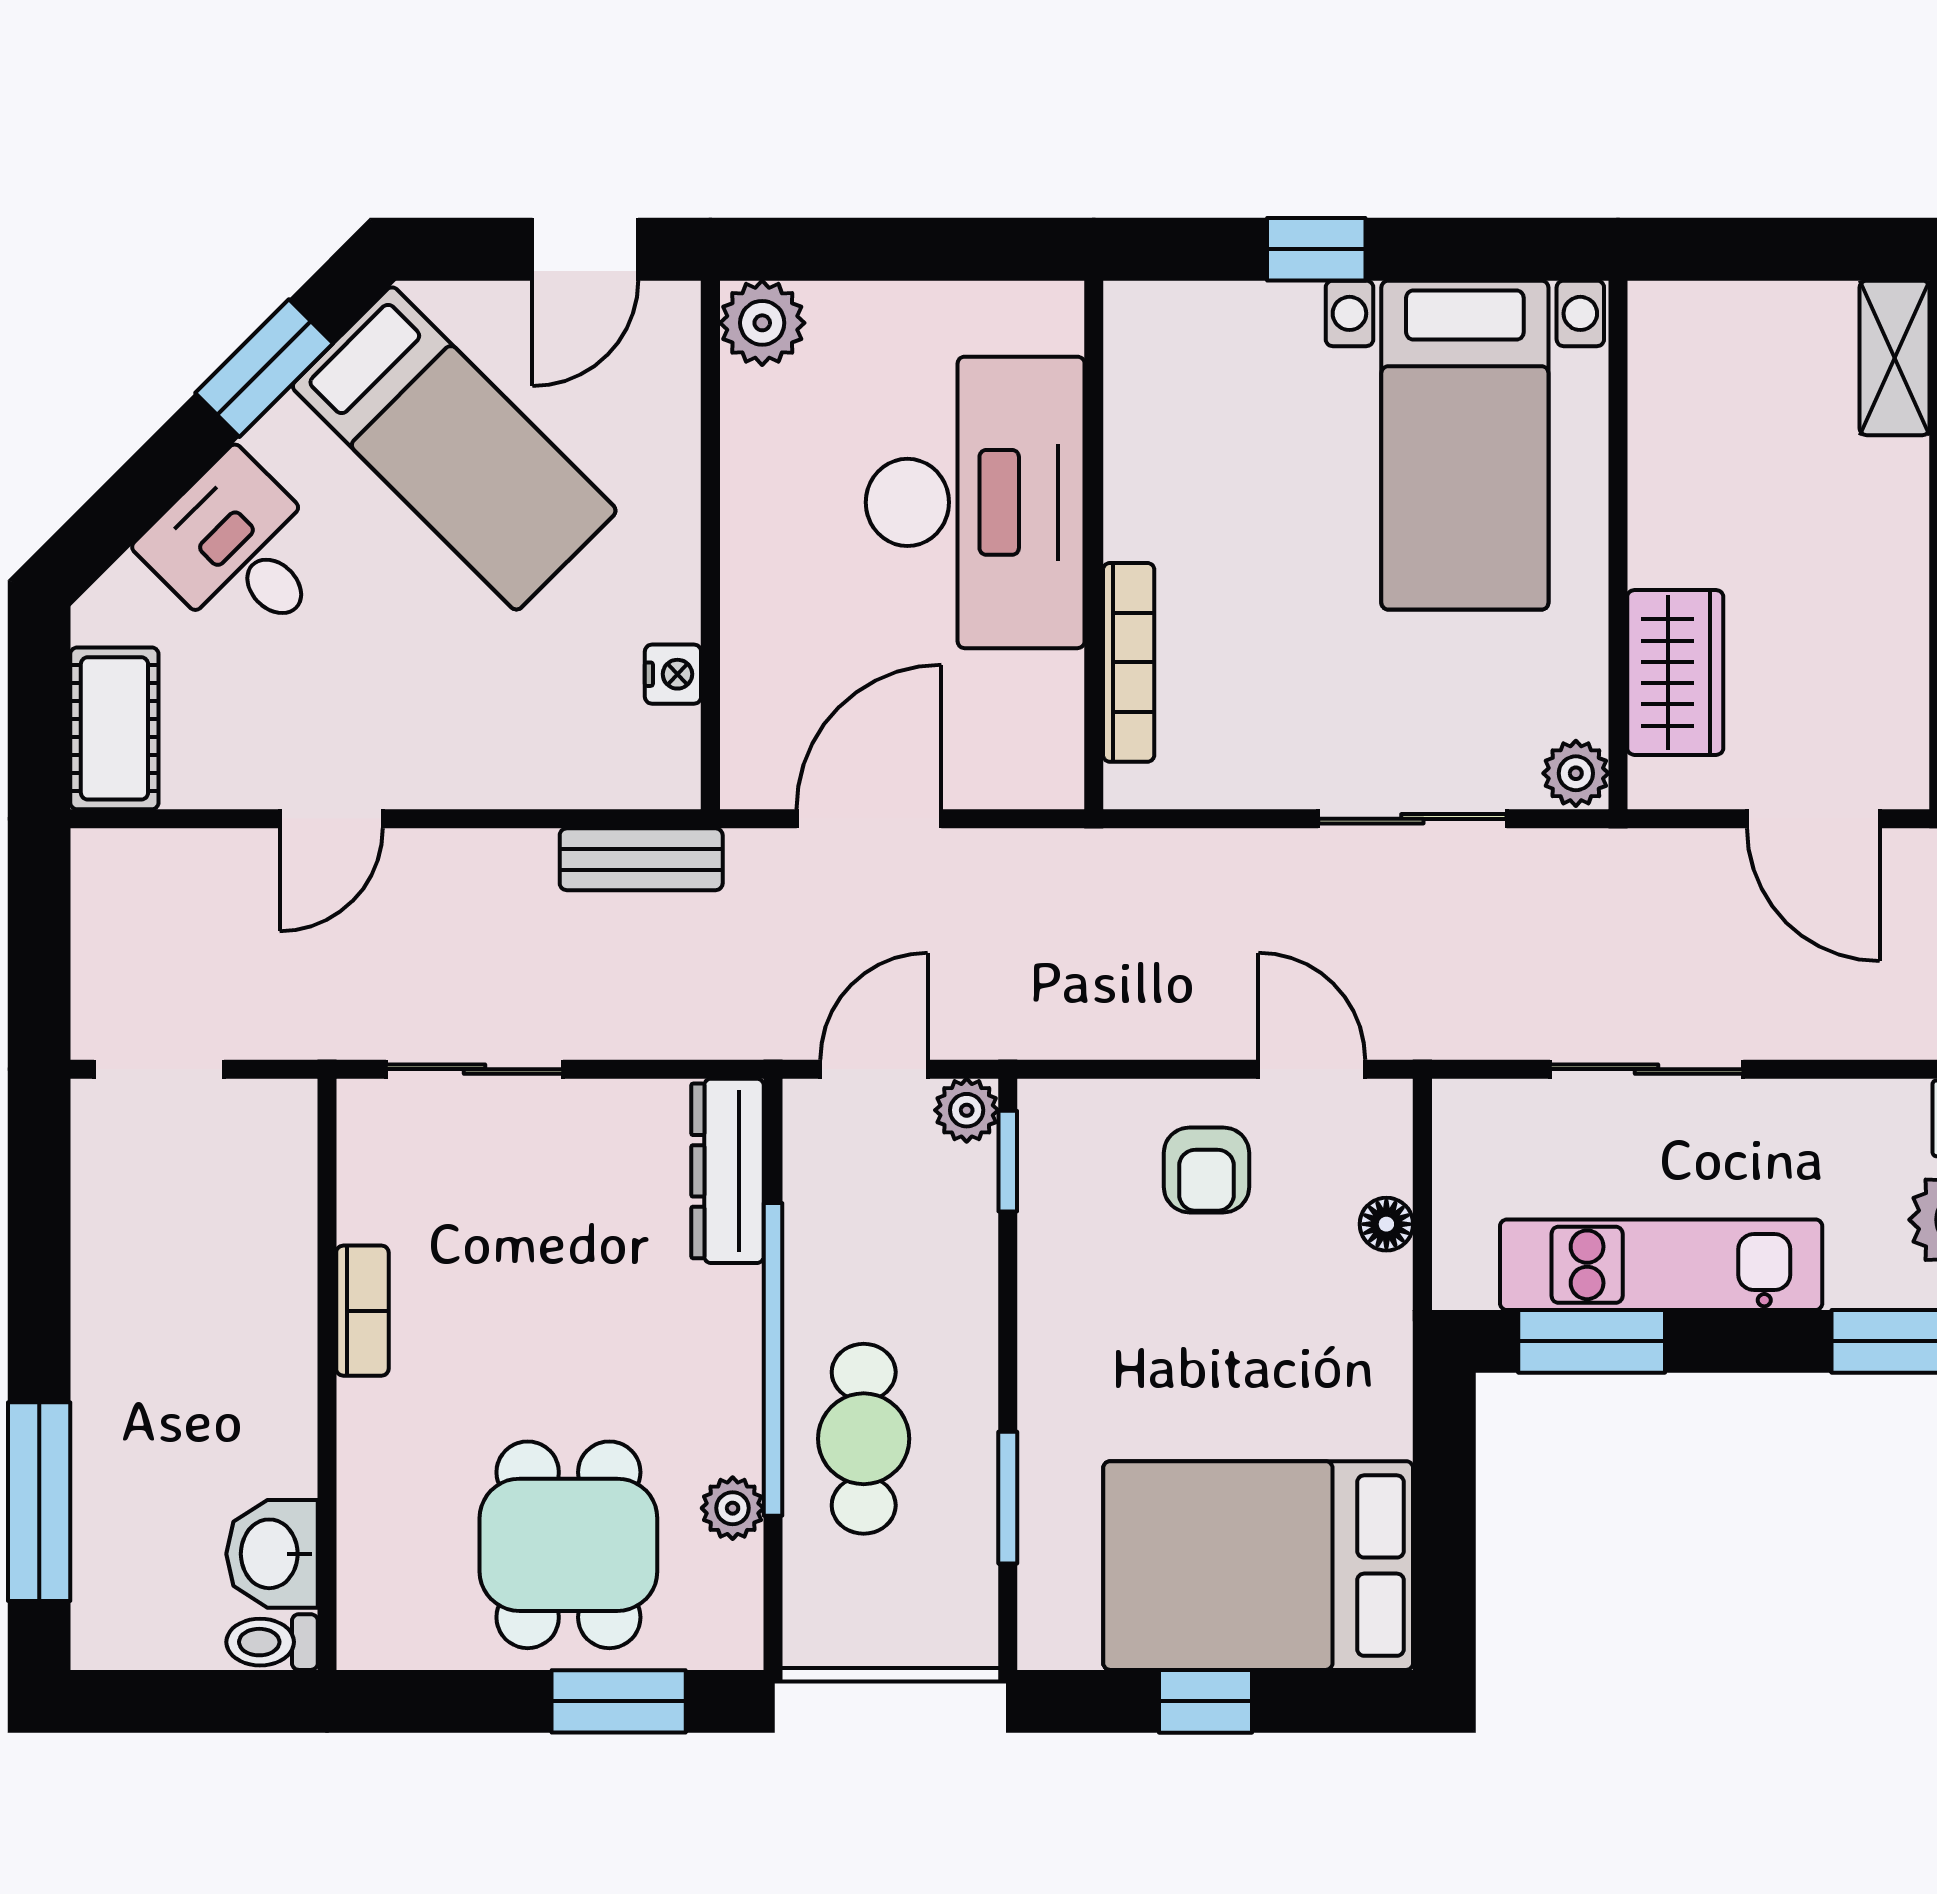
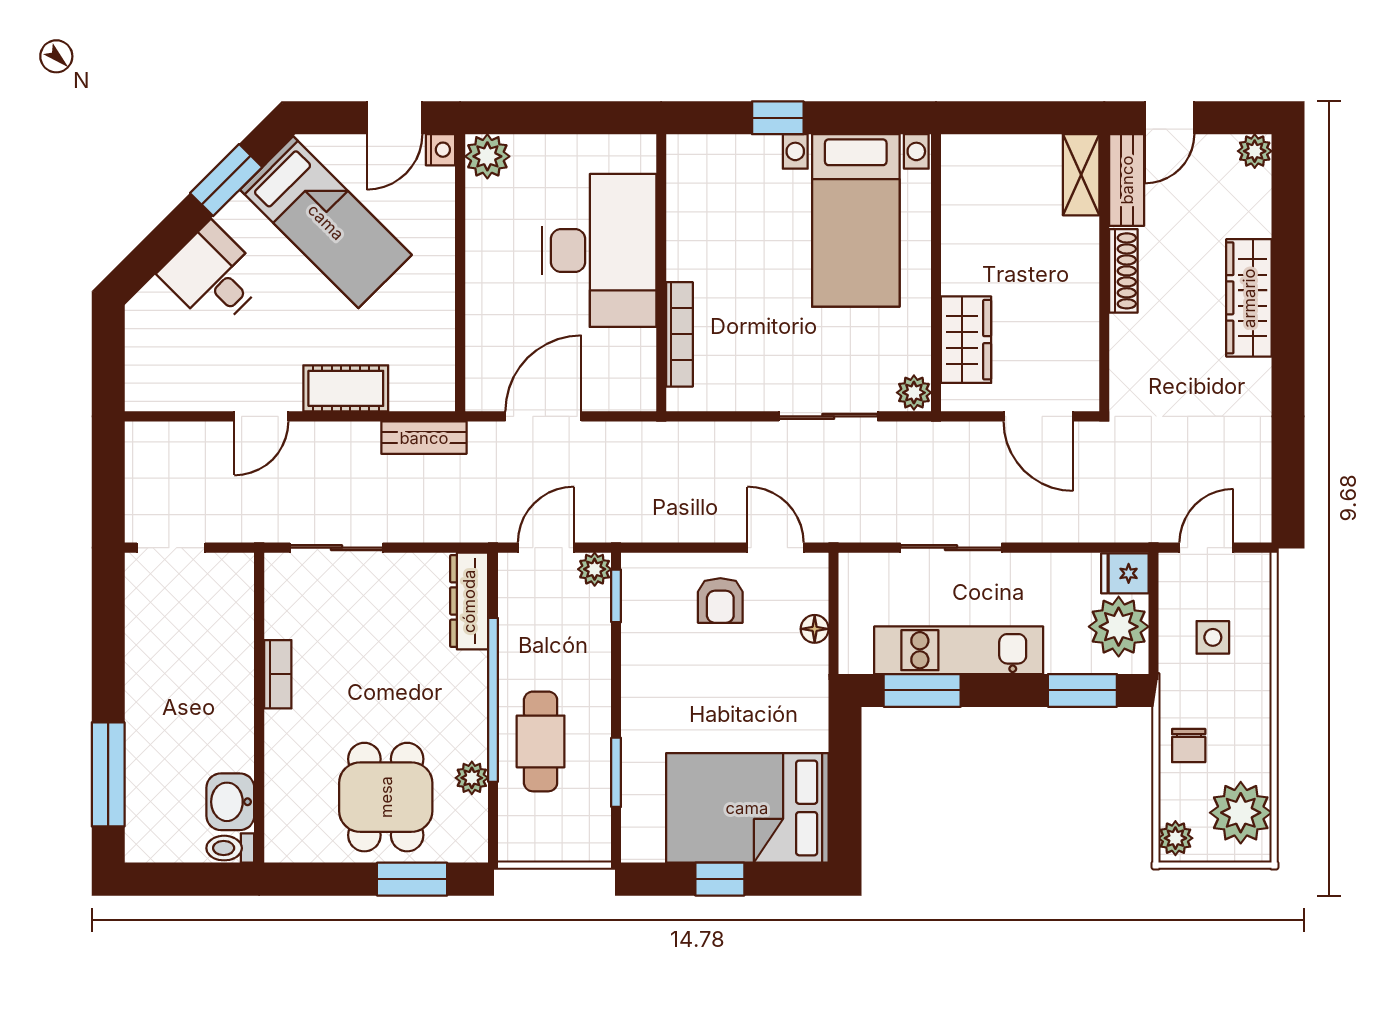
nightstand: (673, 674) -> (441, 150), moved
cot: (114, 728) -> (346, 388), moved, turned 90

